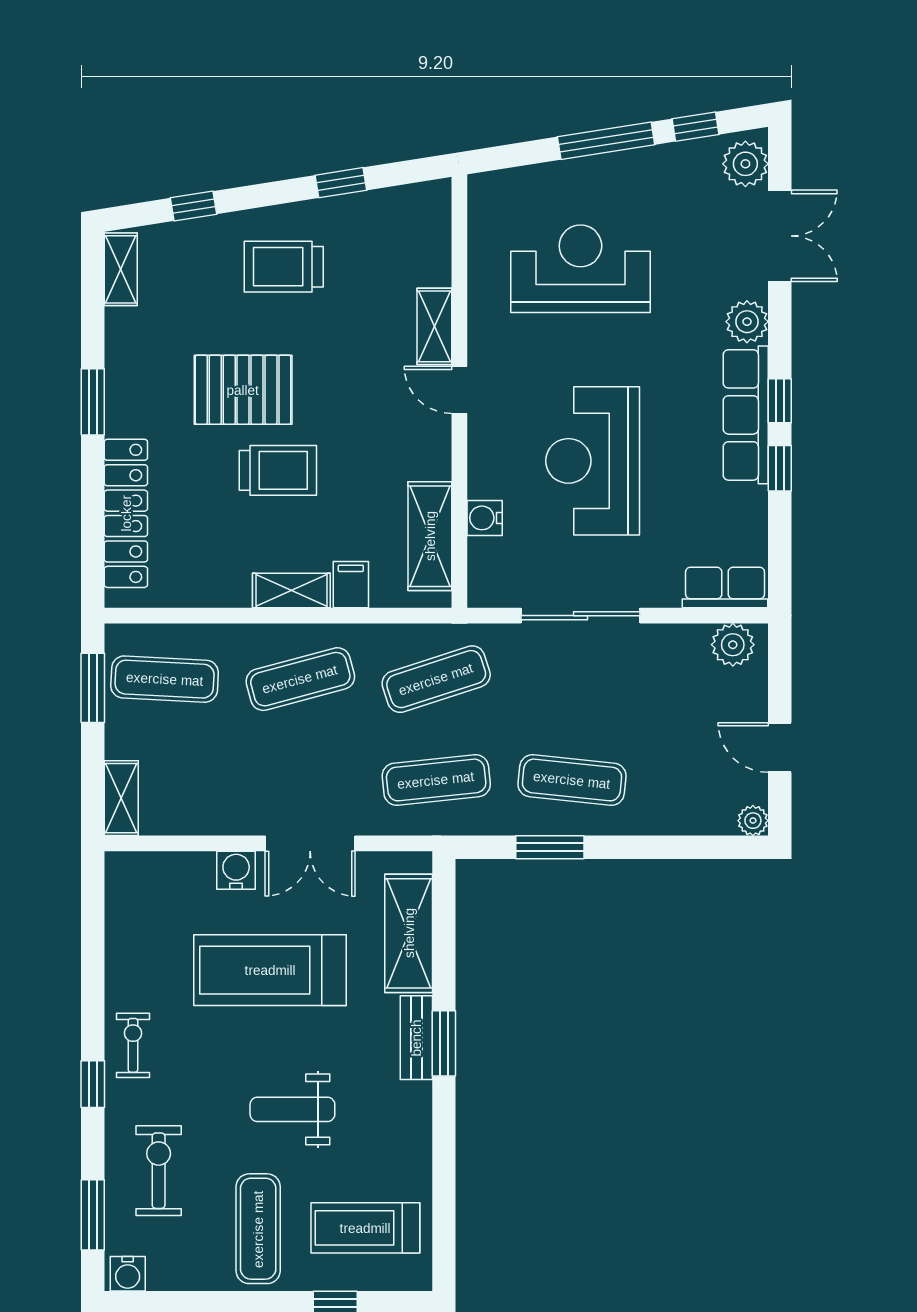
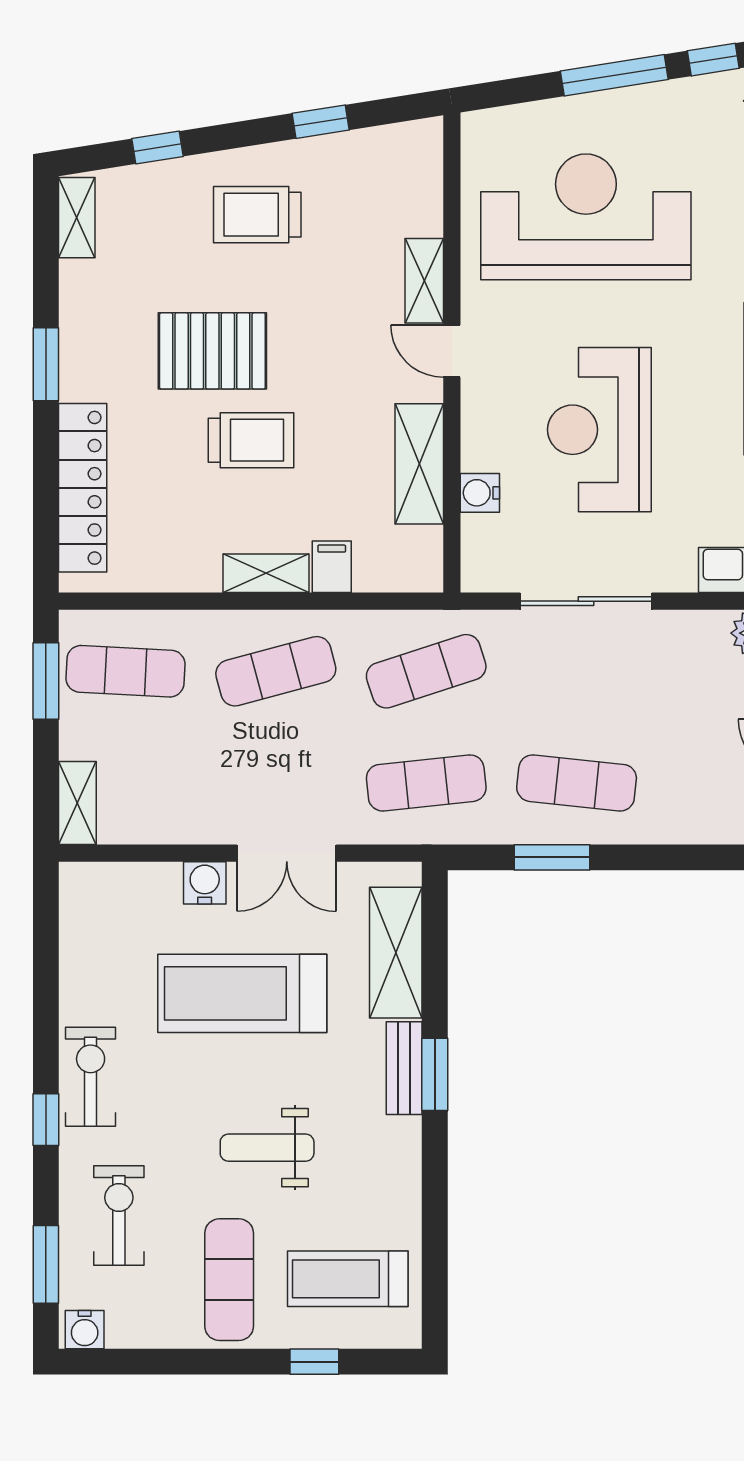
reception desk: (580, 269) -> (586, 217), width x1.36, depth x1.30
shelving: (430, 536) -> (419, 464), moved
exercise bike: (133, 1045) -> (91, 1077), width x1.38, depth x1.39

